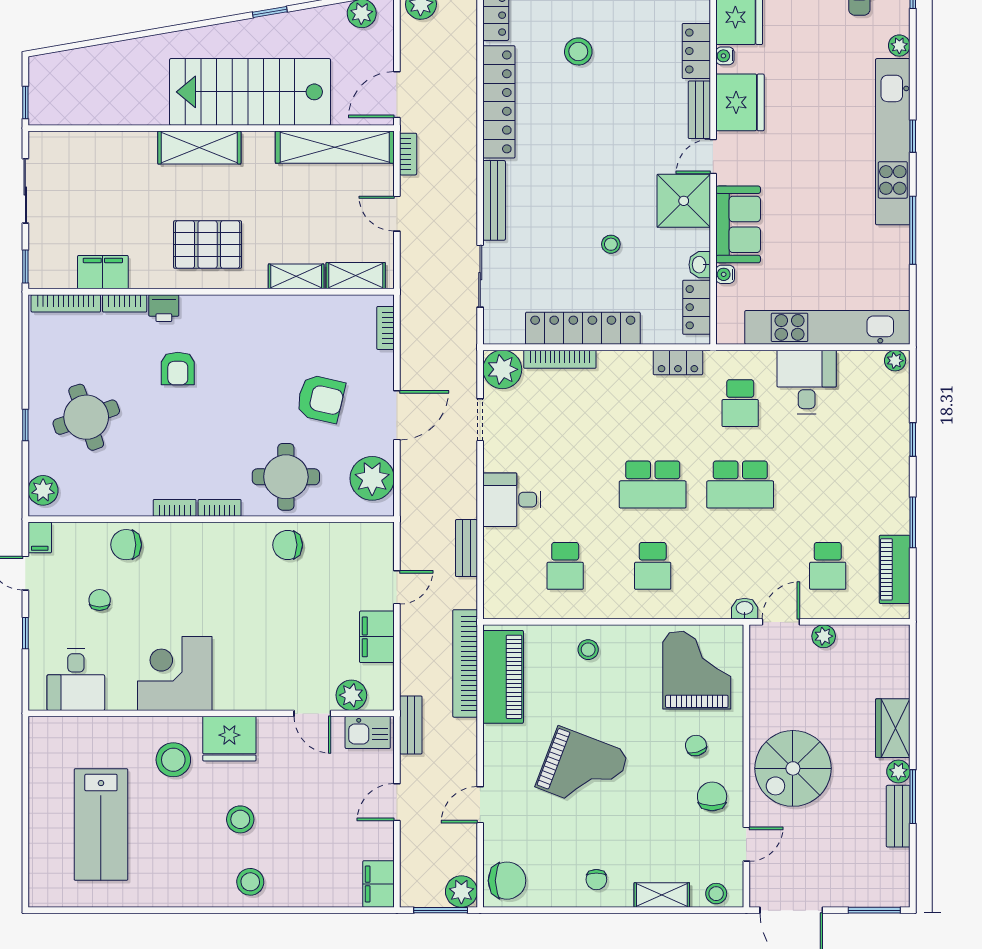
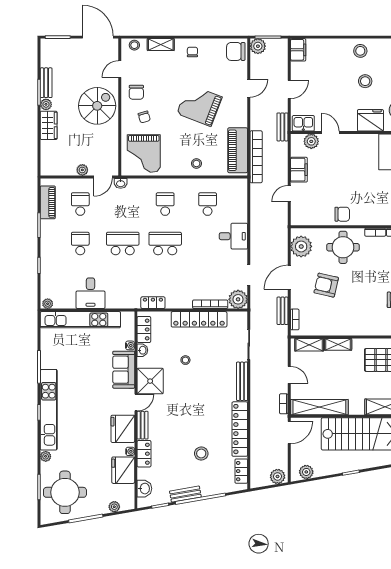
school desk: (740, 403) -> (80, 244), moved
bench: (466, 548) -> (283, 311), moved

